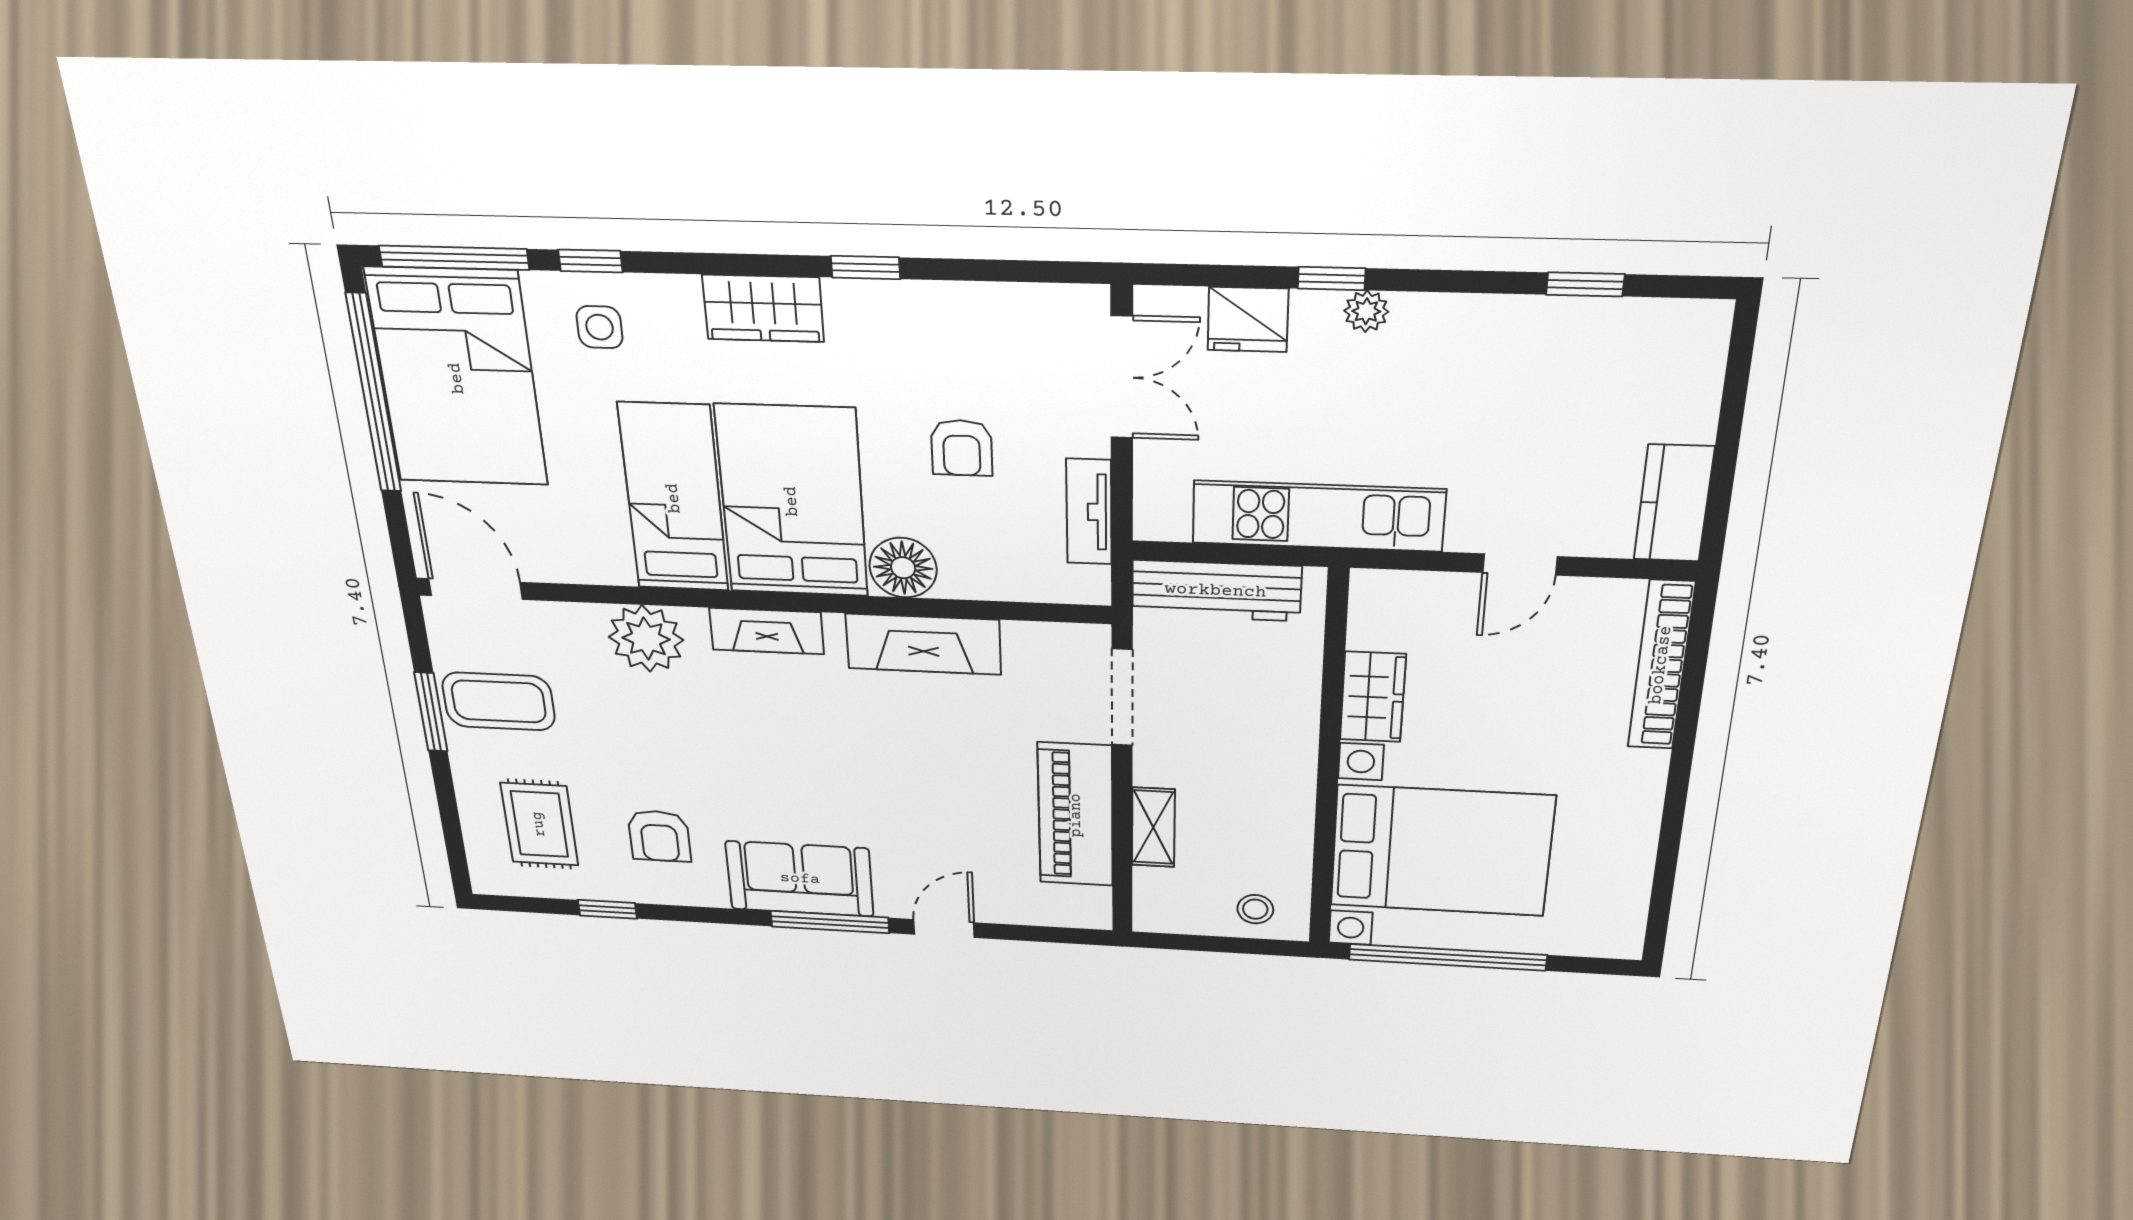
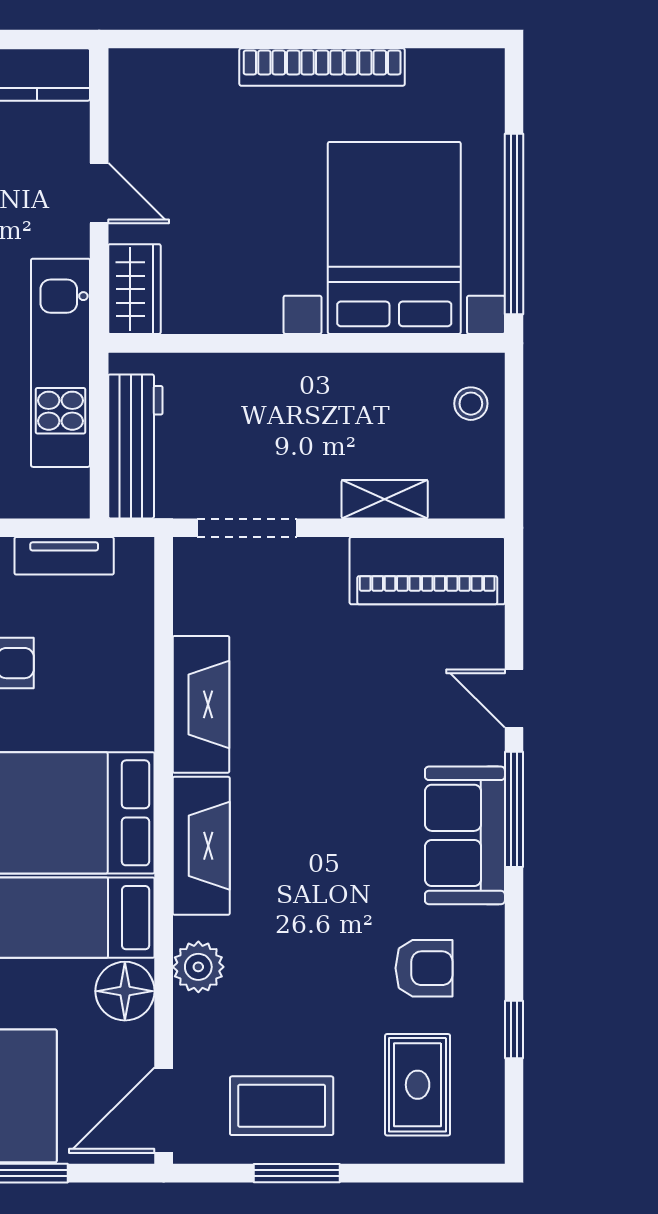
floor lamp: (903, 568) -> (125, 991), moved
fireplace: (767, 631) -> (201, 846), width x1.37, depth x1.32
plant: (646, 639) -> (198, 967), width x0.73, depth x0.73
bookcase: (1661, 665) -> (322, 67), moved
wardrobe: (1373, 697) -> (134, 289), moved, turned 90
coffee table: (499, 701) -> (282, 1106), turned 90
piano: (1076, 815) -> (427, 571), moved
rug: (539, 824) -> (418, 1085), turned 90

